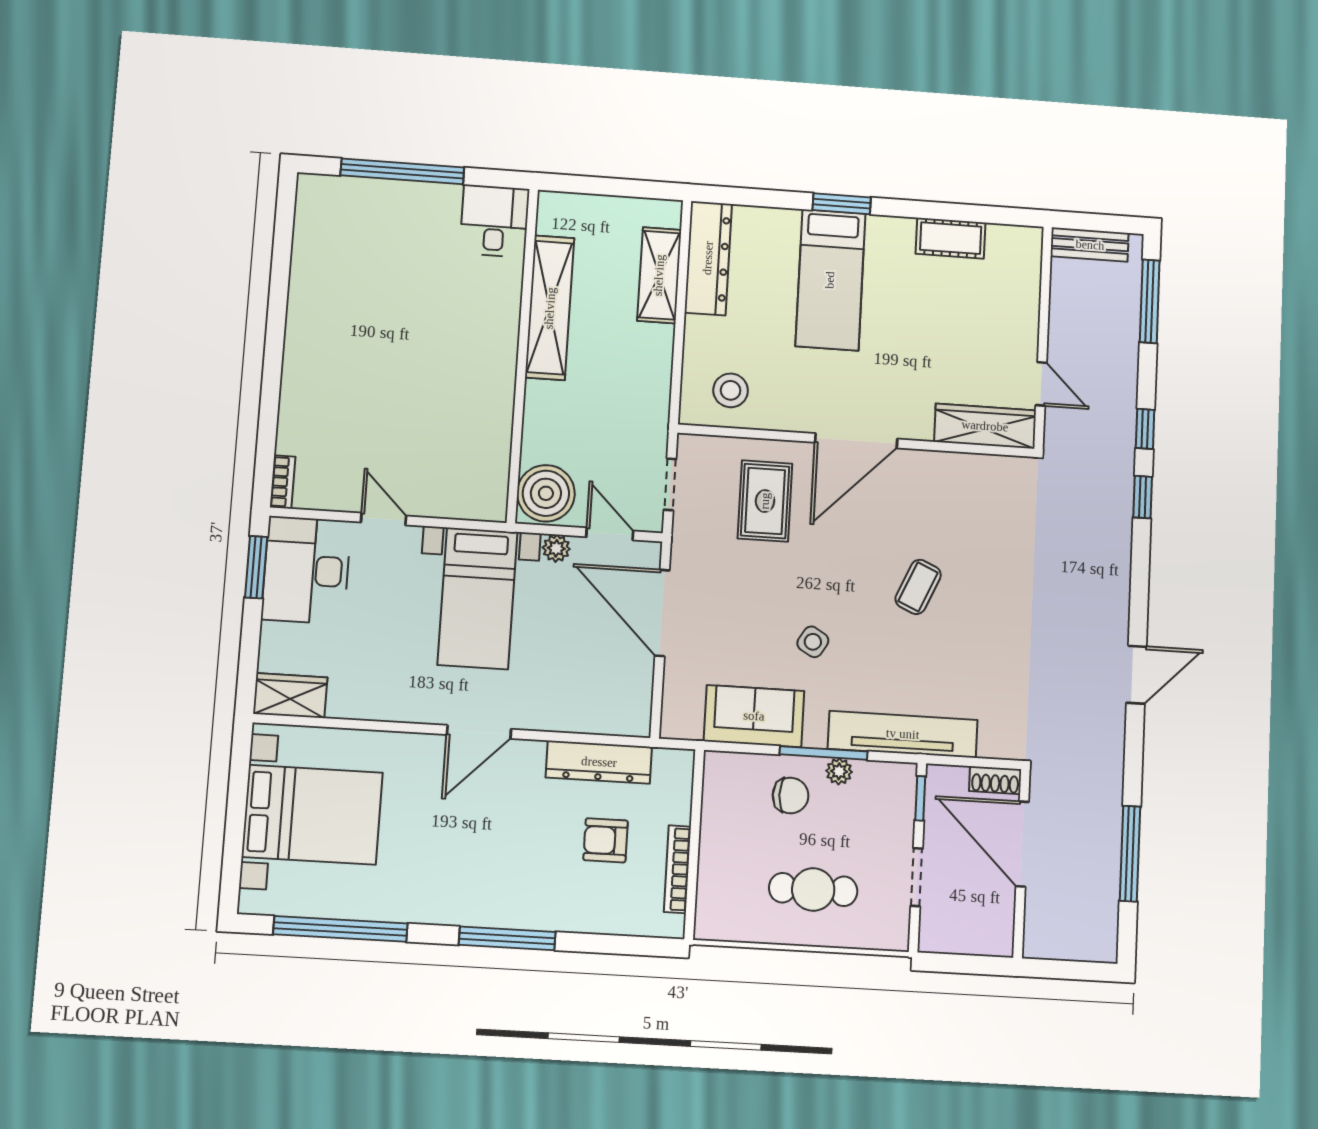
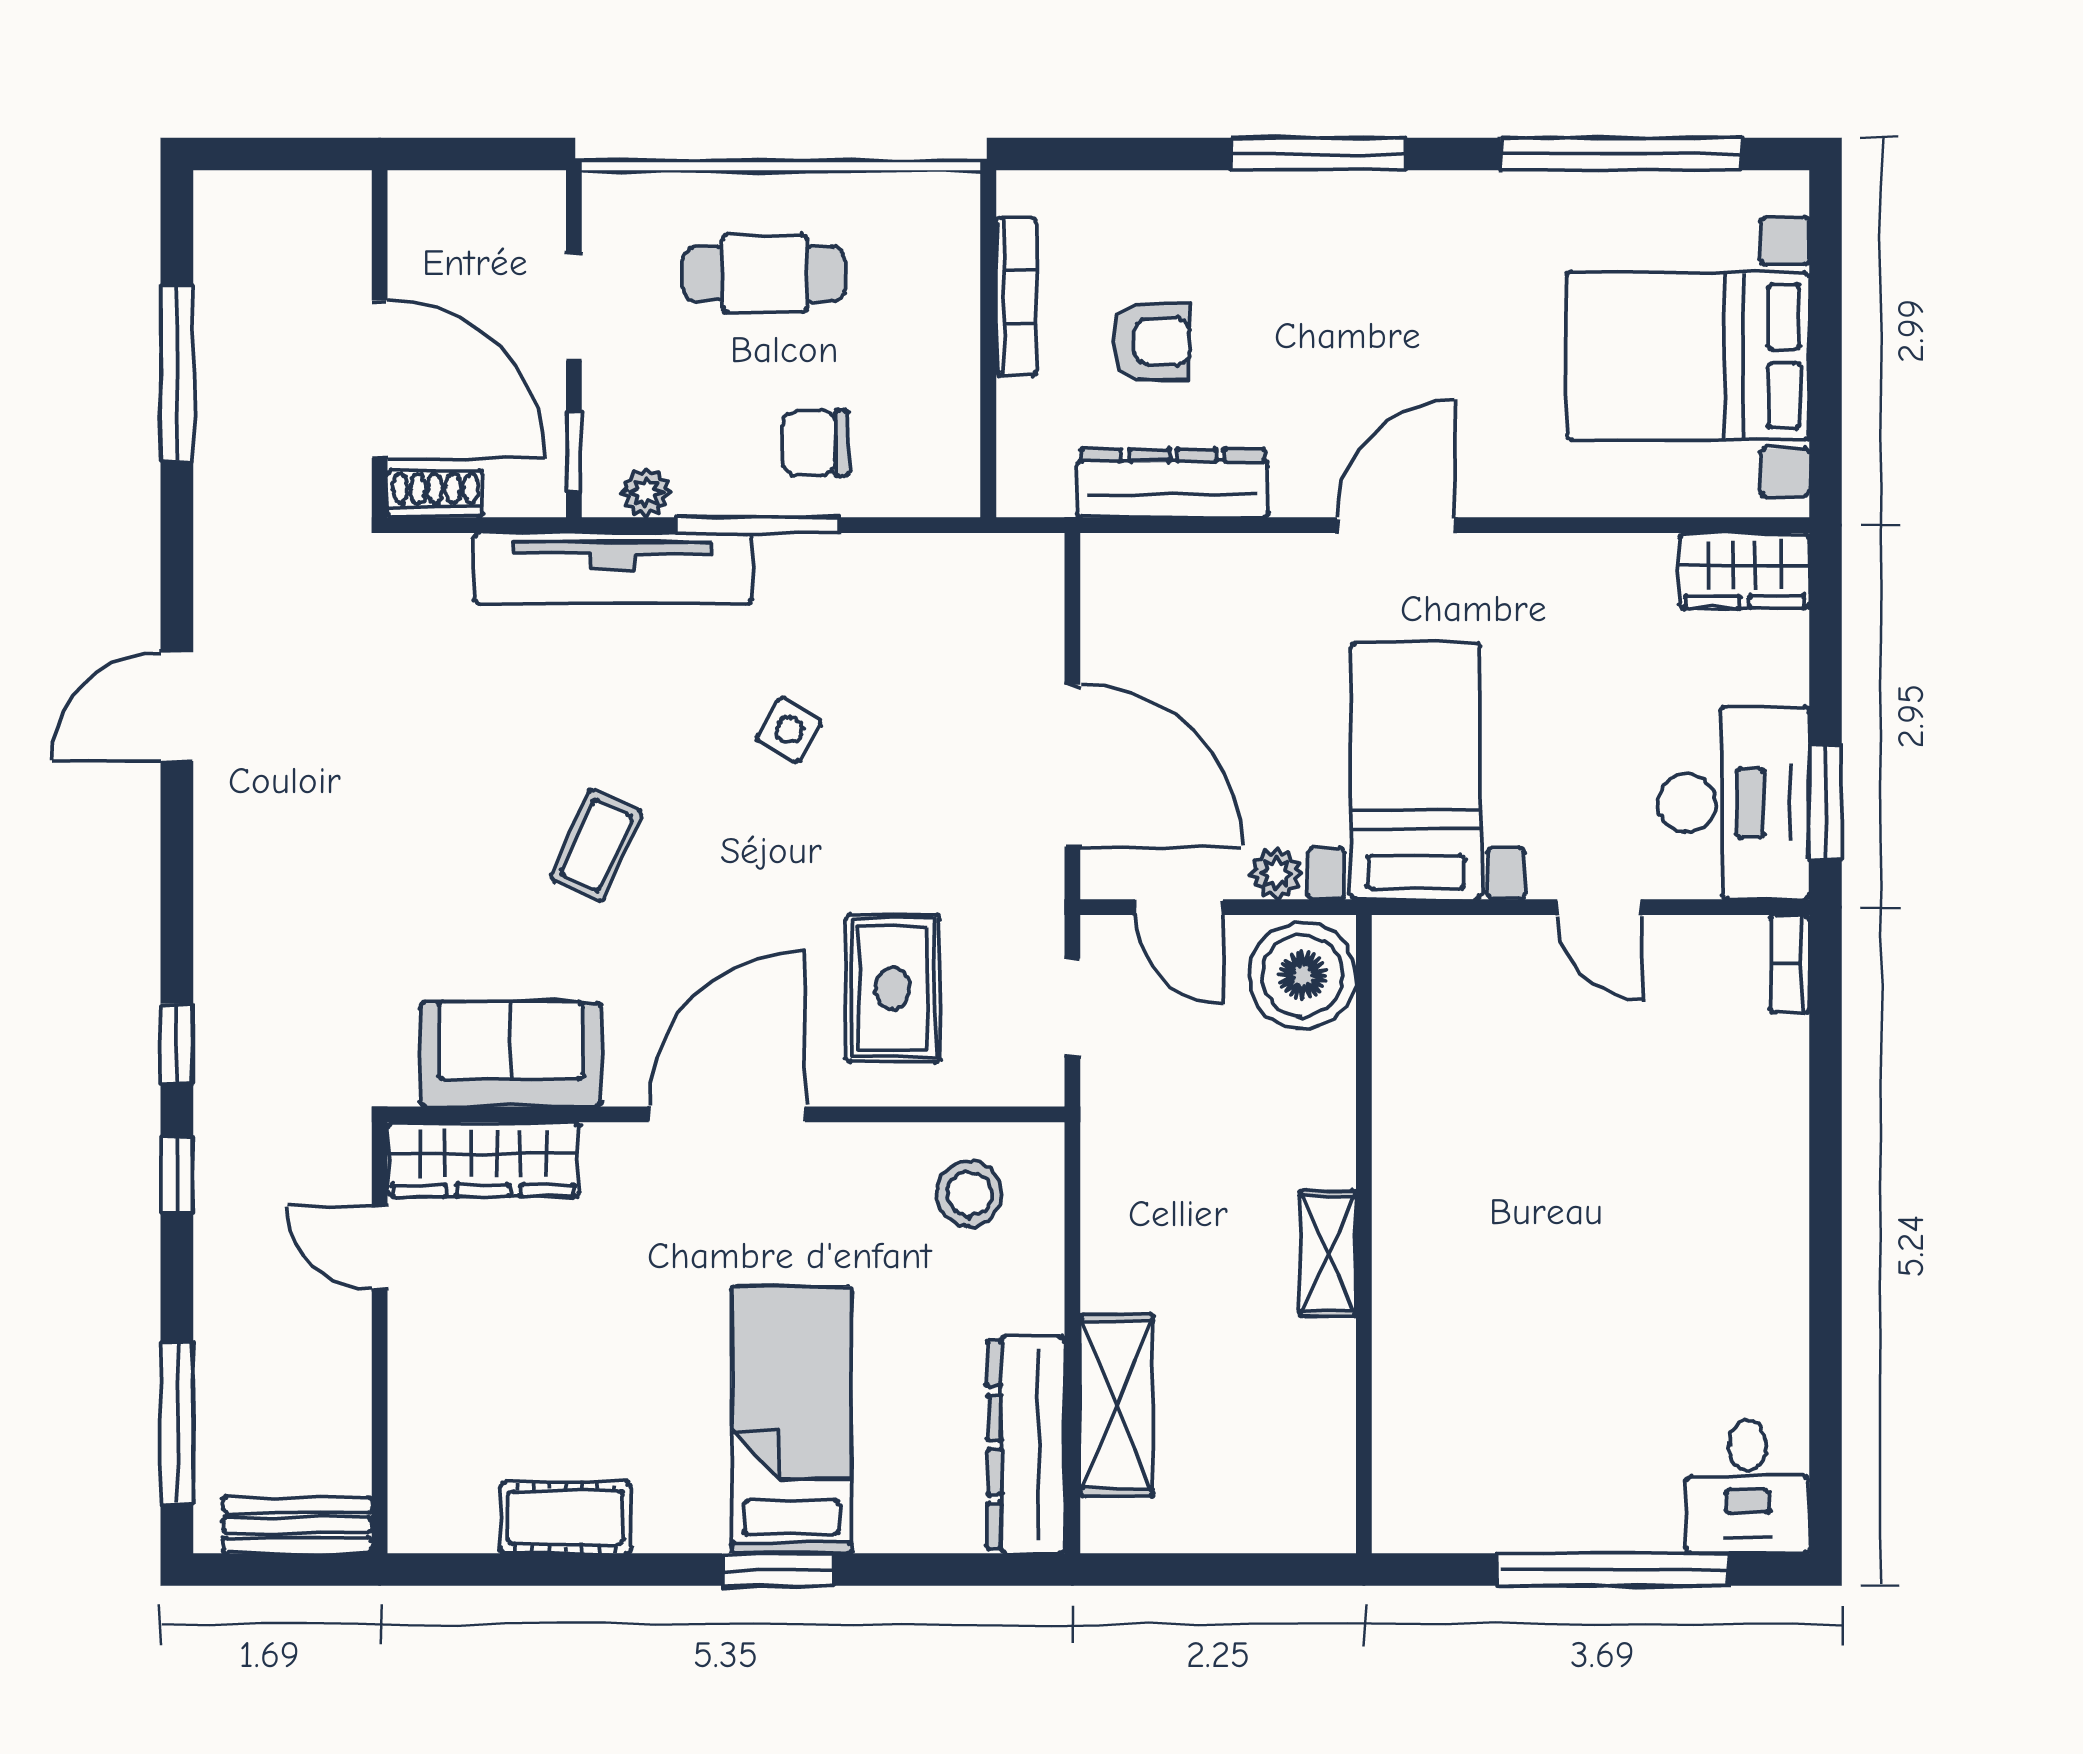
desk: (495, 221) -> (1748, 1487), moved
shelving: (550, 308) -> (1328, 1253), width x0.45, depth x0.75
sofa: (754, 716) -> (510, 1054), moved, turned 180
plant: (839, 771) -> (646, 493), moved

